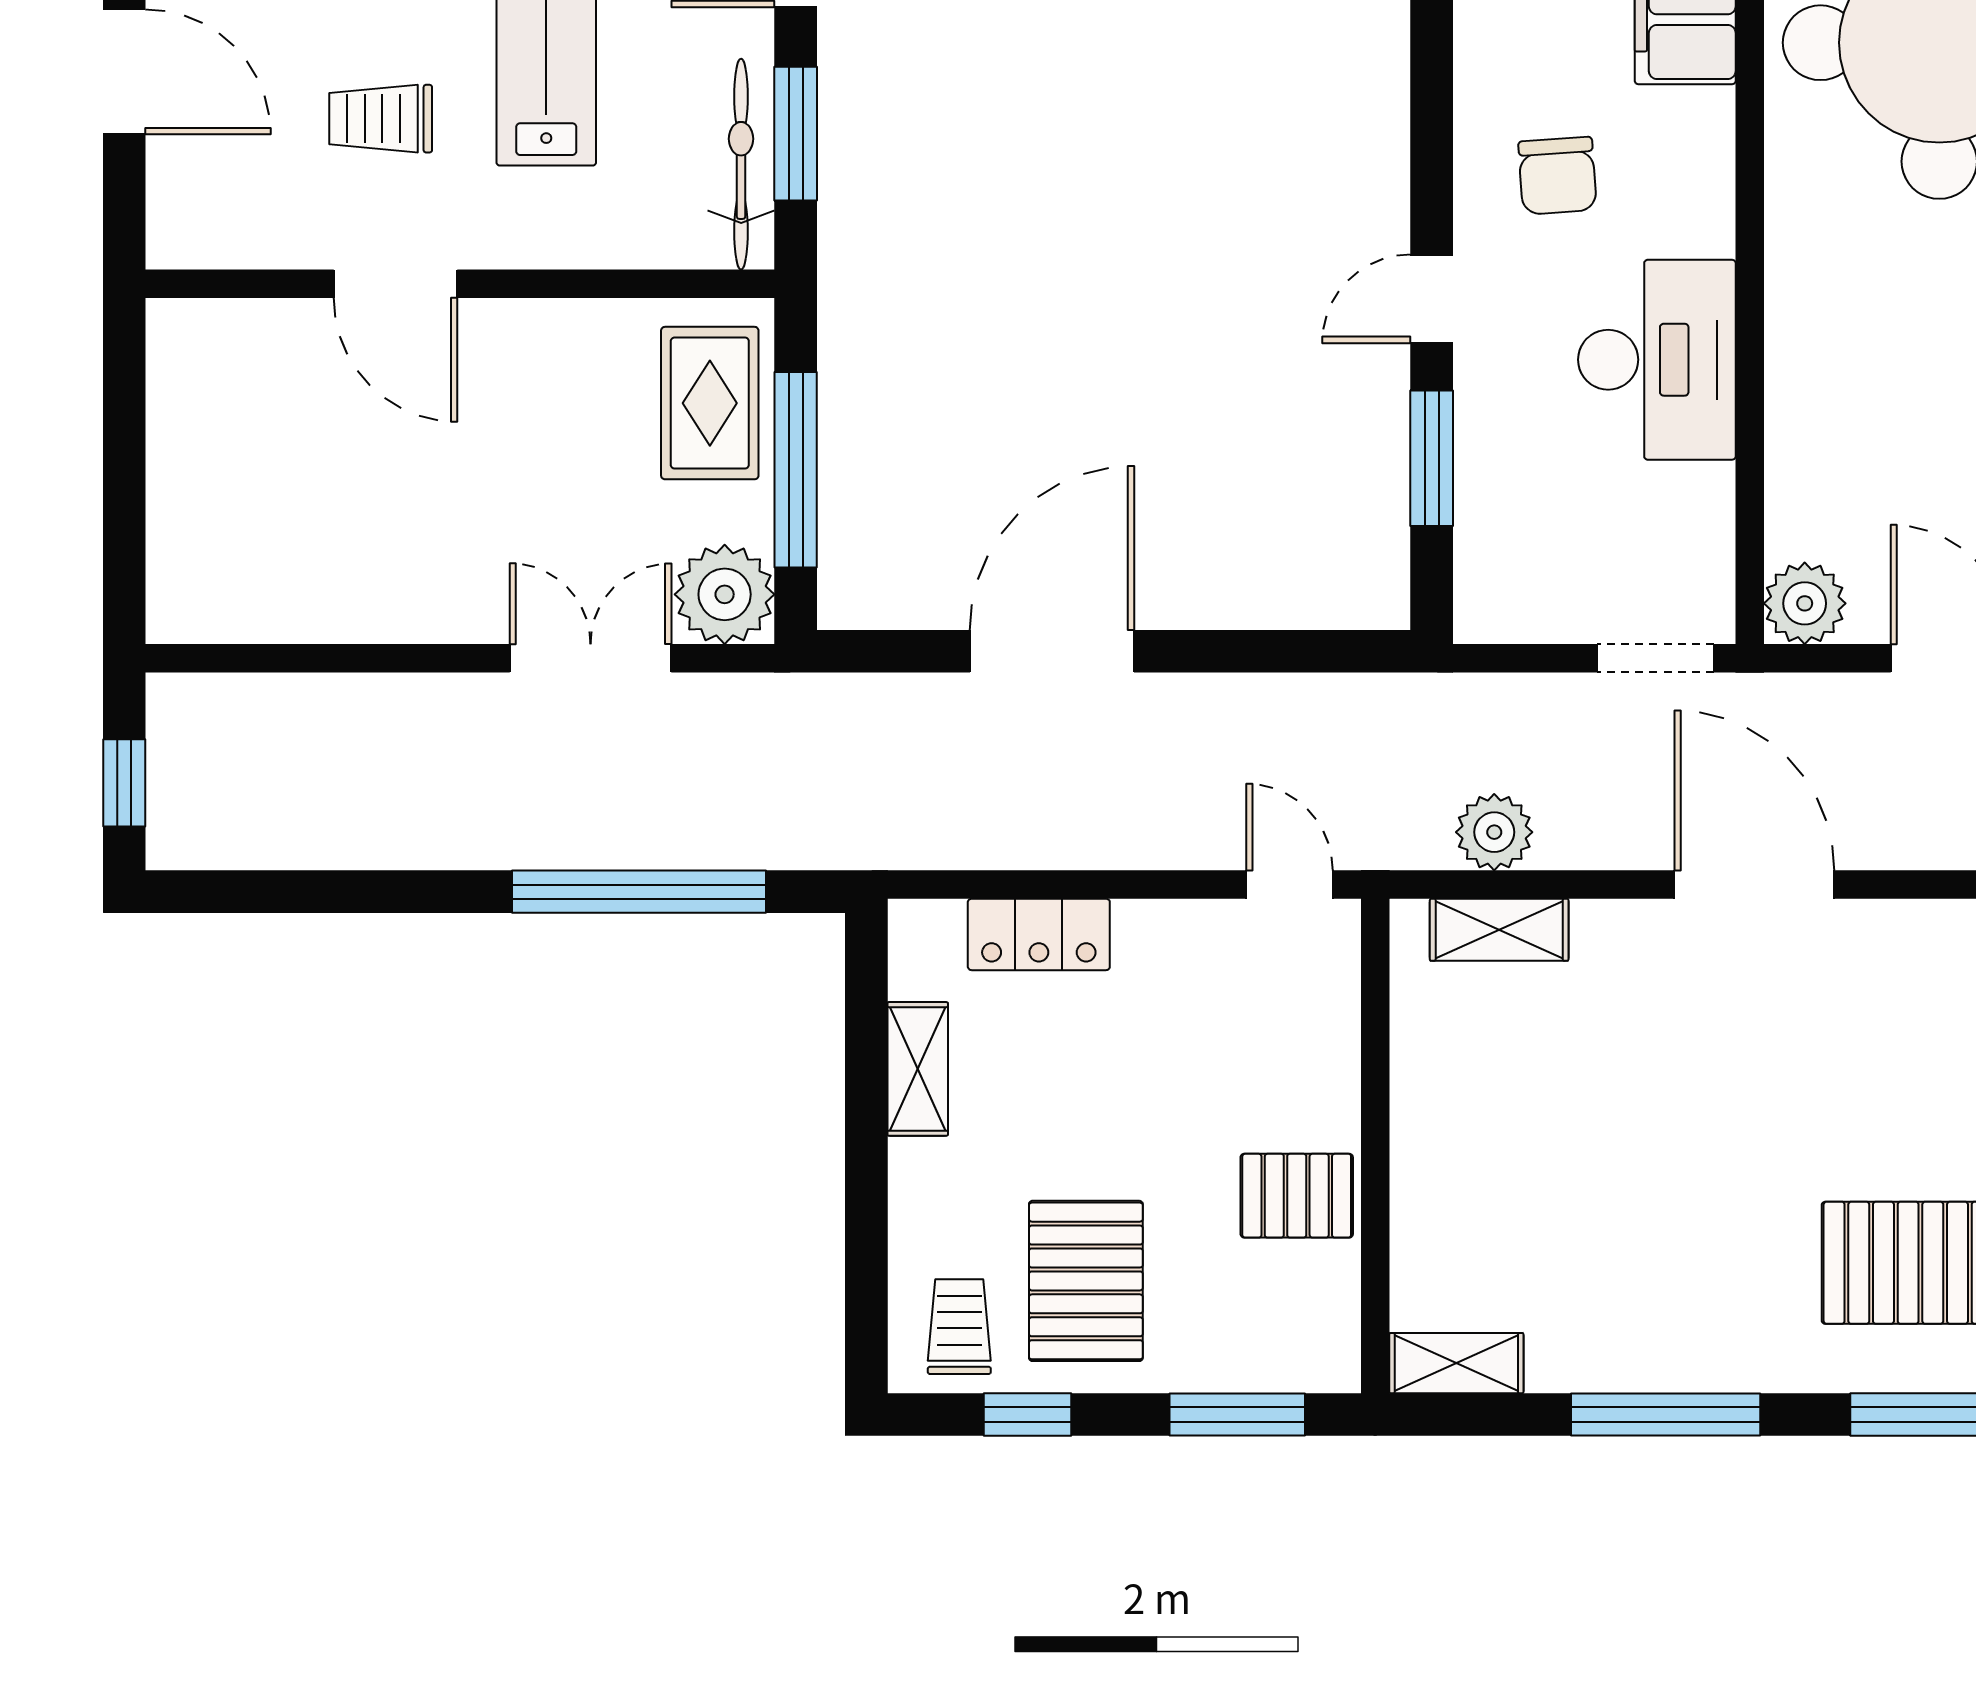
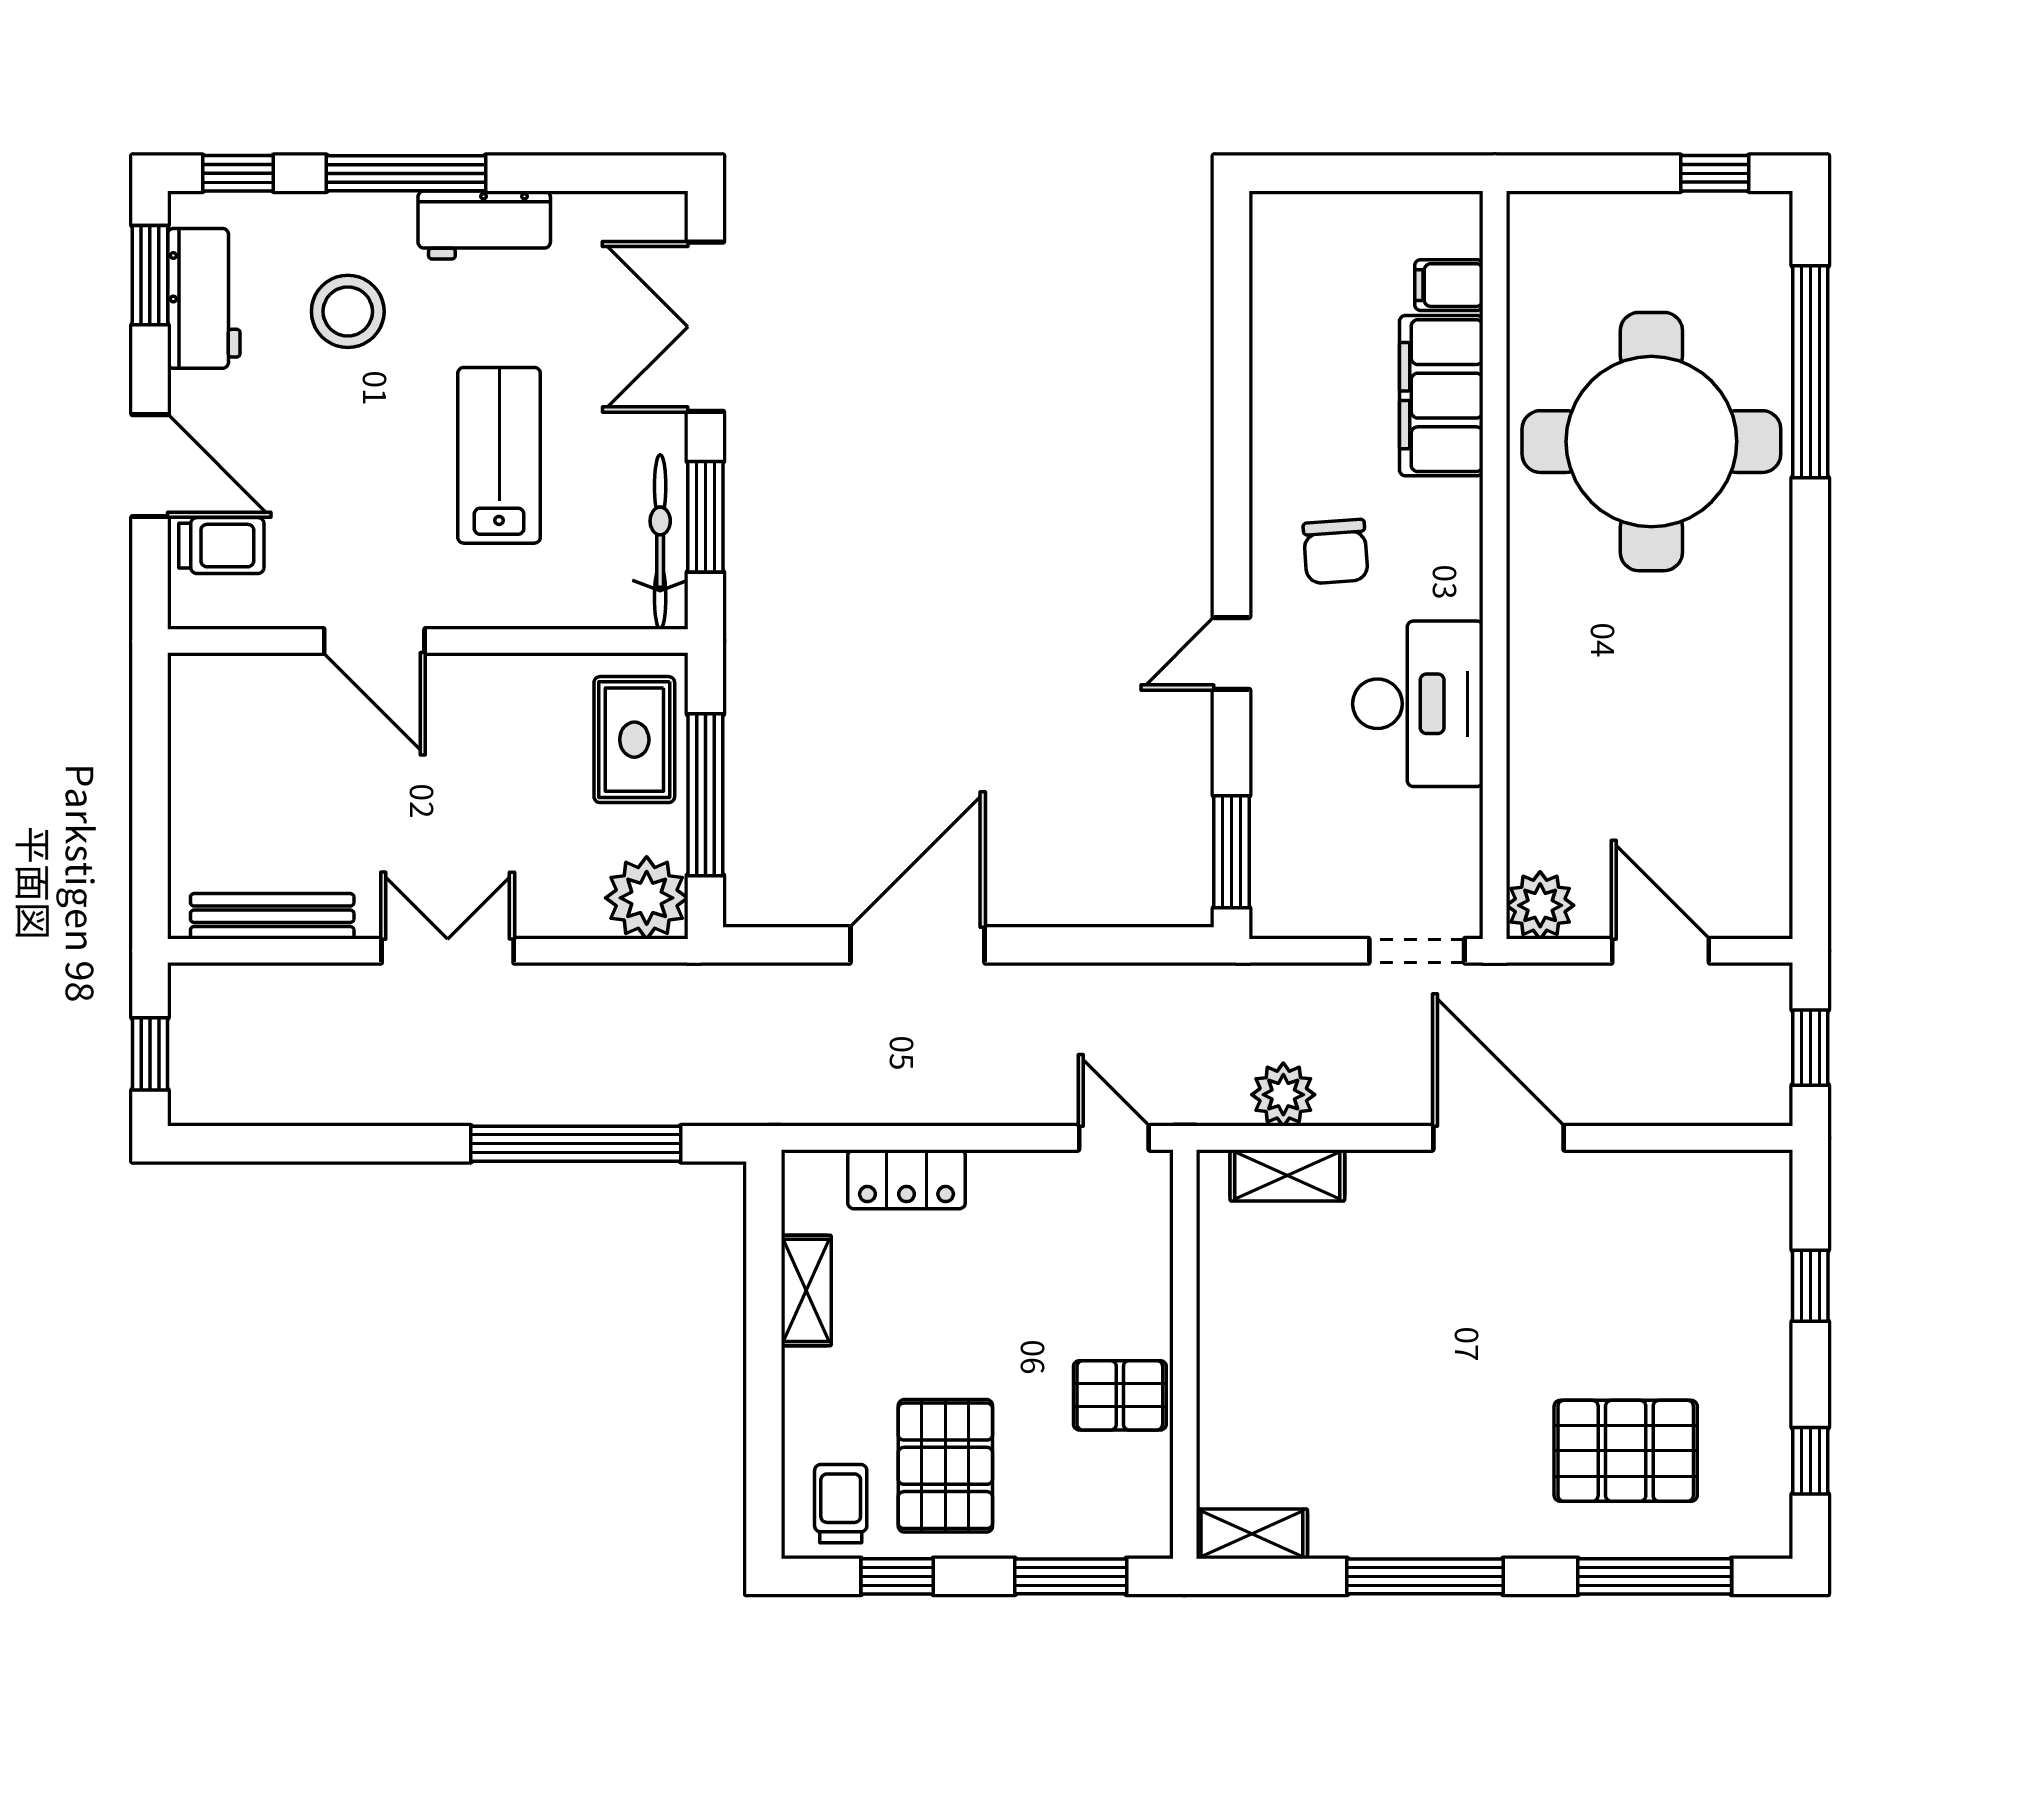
trolley: (381, 119) -> (221, 546), moved, turned 180
window: (1432, 458) -> (1232, 852), moved
bench: (272, 617) -> (272, 916), added
double door: (591, 658) -> (448, 951), moved

